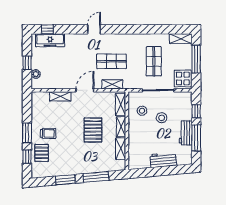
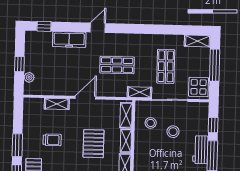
freezer: (50, 40) -> (69, 39), moved
shelving: (112, 84) -> (140, 92), moved
trolley: (48, 133) -> (52, 140), moved

